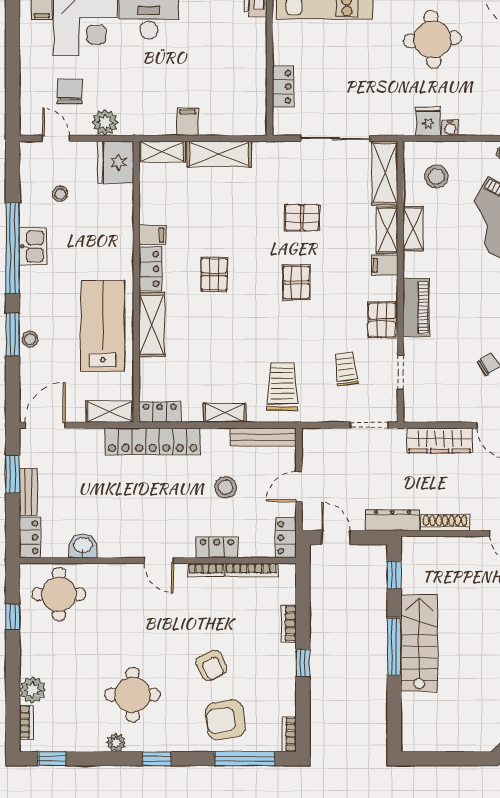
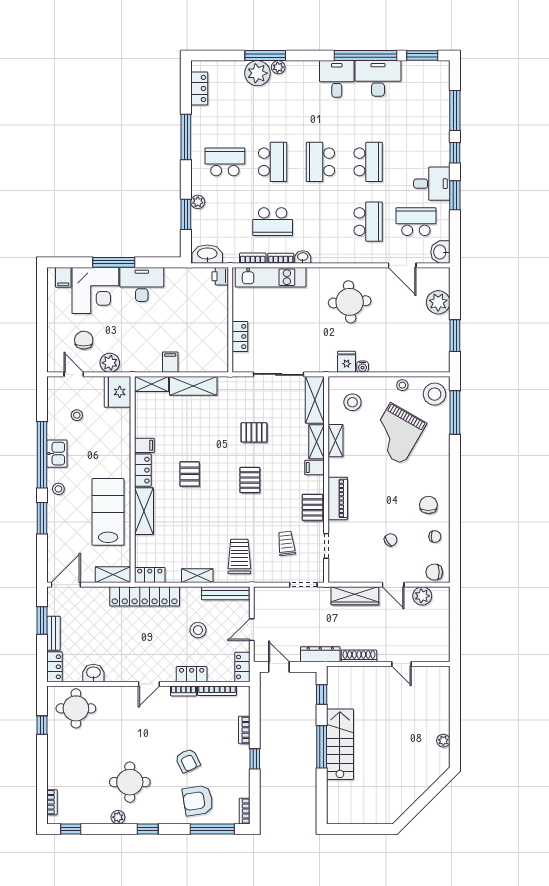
stool: (30, 339) -> (58, 489), moved
door: (159, 561) -> (149, 684), hinge flipped
plant: (33, 690) -> (57, 779), removed

